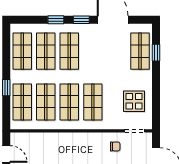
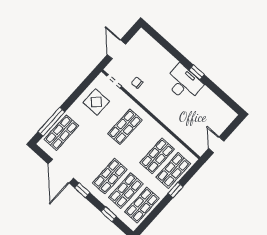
window: (56, 20) -> (109, 214), moved
window: (156, 53) -> (51, 122), width x2.17
shop shelf: (69, 102) -> (141, 141), removed

